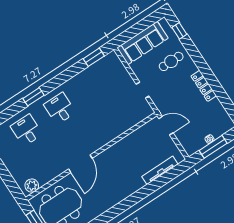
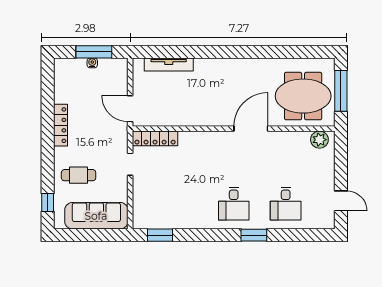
locker: (138, 117) -> (155, 138), added

